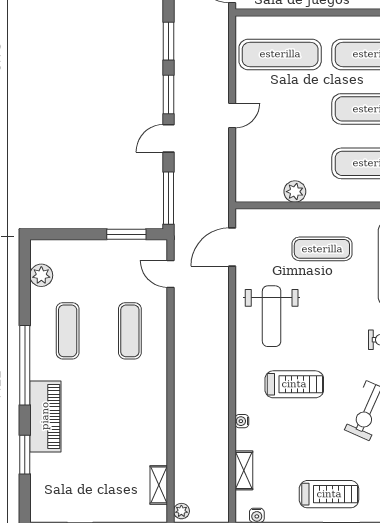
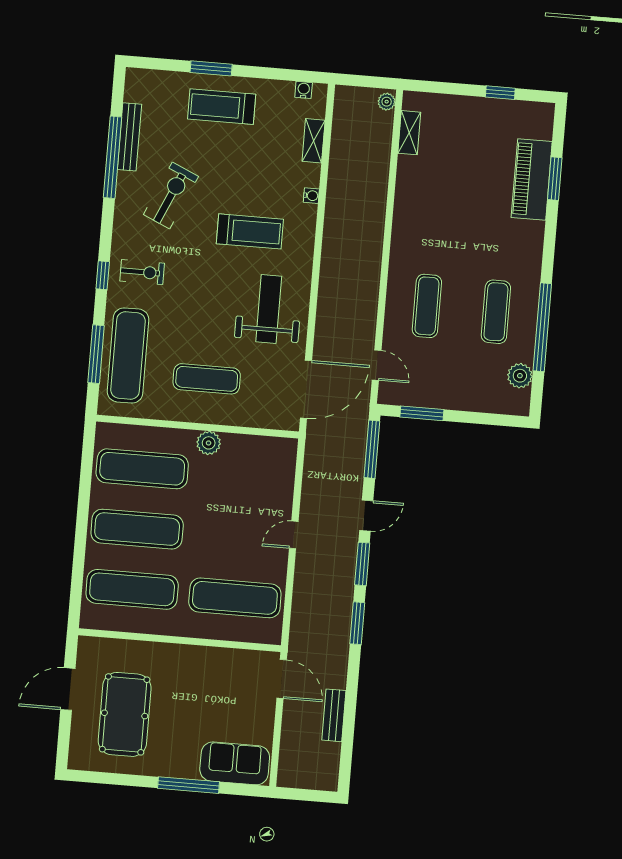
plant: (295, 192) -> (209, 443), moved
door: (232, 247) -> (306, 389), width x1.36
window: (25, 365) -> (542, 327), moved
treadmill: (294, 384) -> (250, 231), turned 180
piano: (45, 416) -> (532, 179), moved

